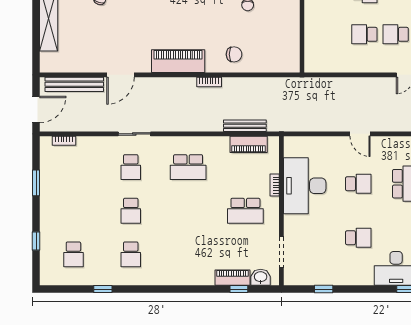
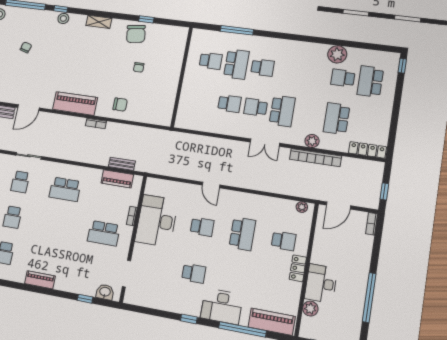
school desk: (364, 34) -> (229, 104), turned 180
bench: (245, 126) -> (122, 164), width x0.73
piano: (232, 278) -> (40, 280), moved
window: (324, 289) -> (189, 319), moved

